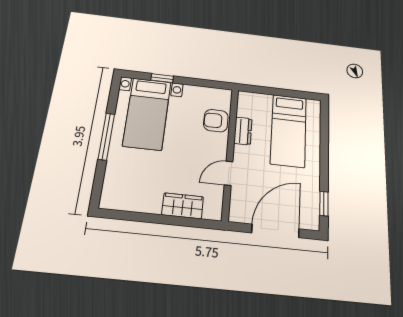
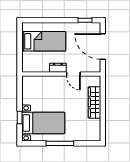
armchair: (216, 121) -> (43, 84), removed
dresser: (243, 131) -> (58, 68), moved
wardrobe: (183, 206) -> (94, 102), width x1.50

